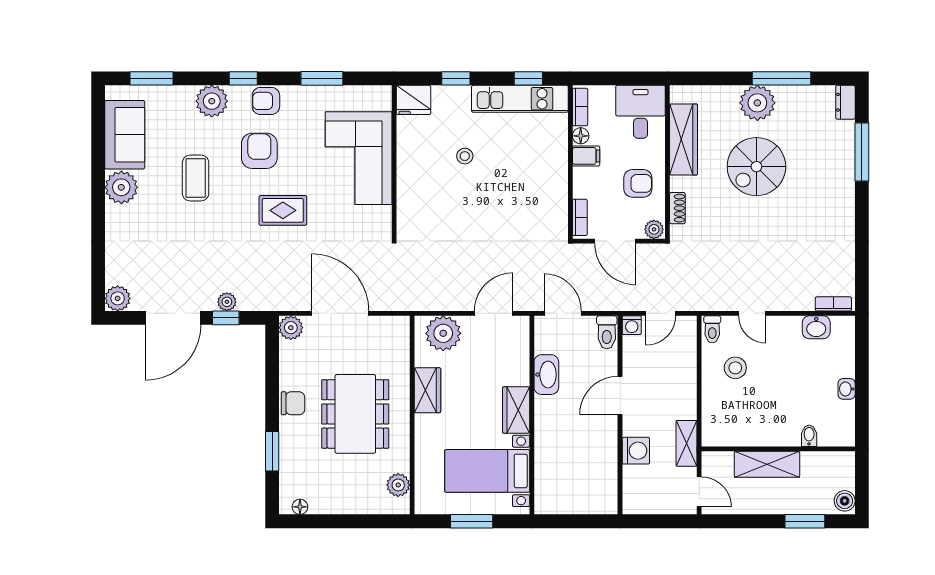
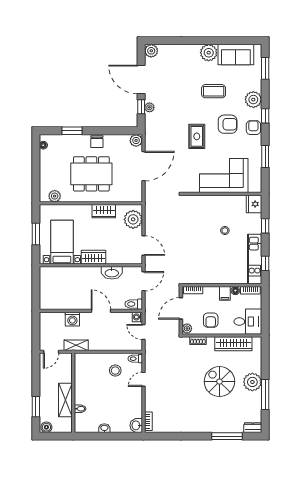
washbasin: (816, 327) -> (136, 425), moved
shelving: (767, 464) -> (65, 400), moved

